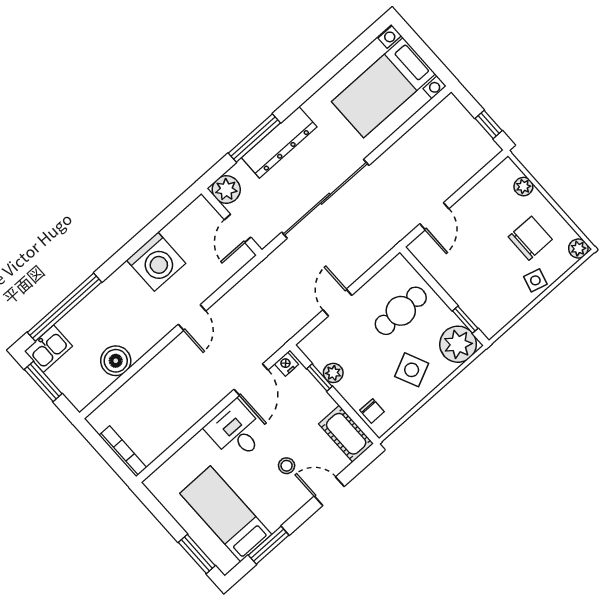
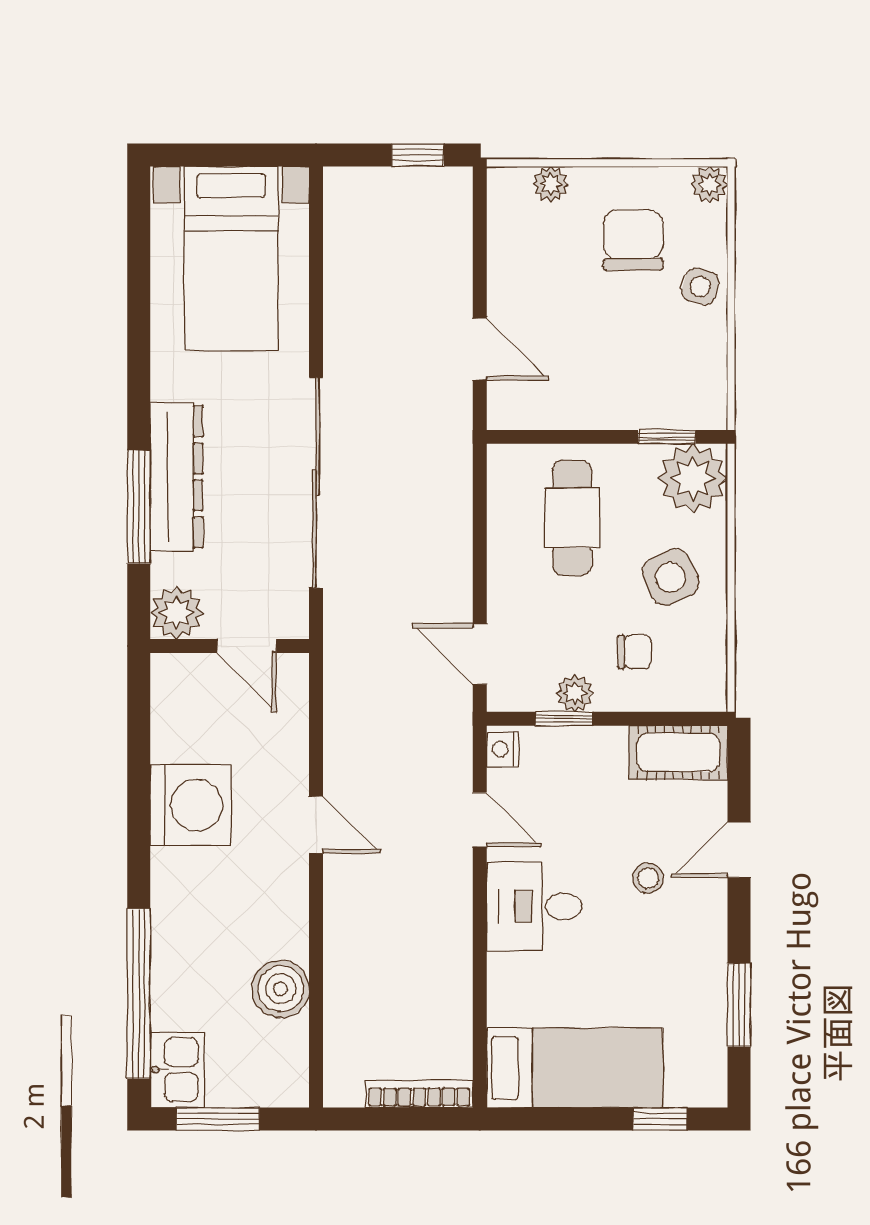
door: (337, 303) -> (480, 654), moved
door: (251, 380) -> (480, 820), width x0.73
chair: (372, 411) -> (634, 652), moved
bed: (226, 514) -> (575, 1068), moved, turned 180
window: (197, 554) -> (660, 1119), width x0.67

